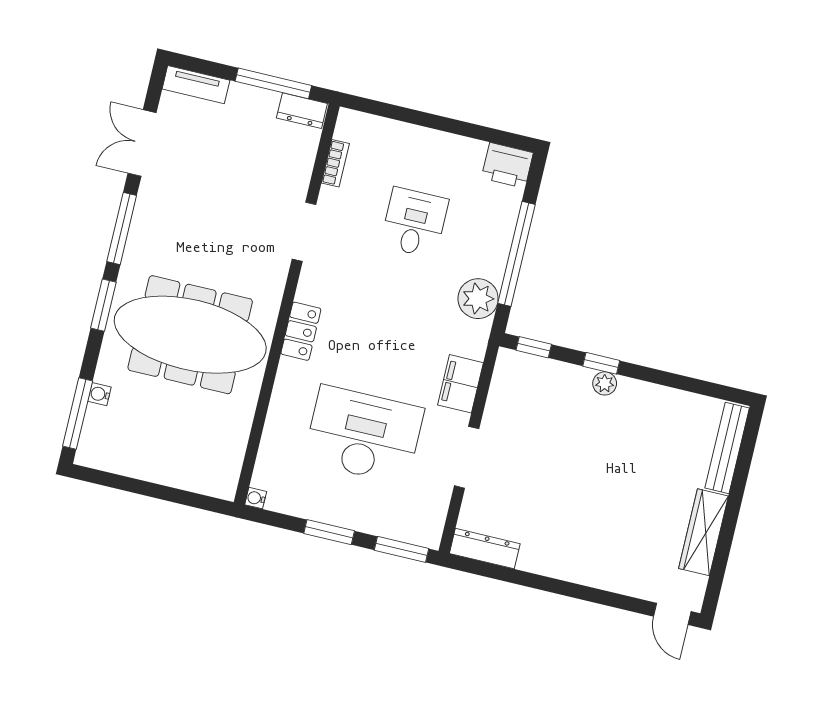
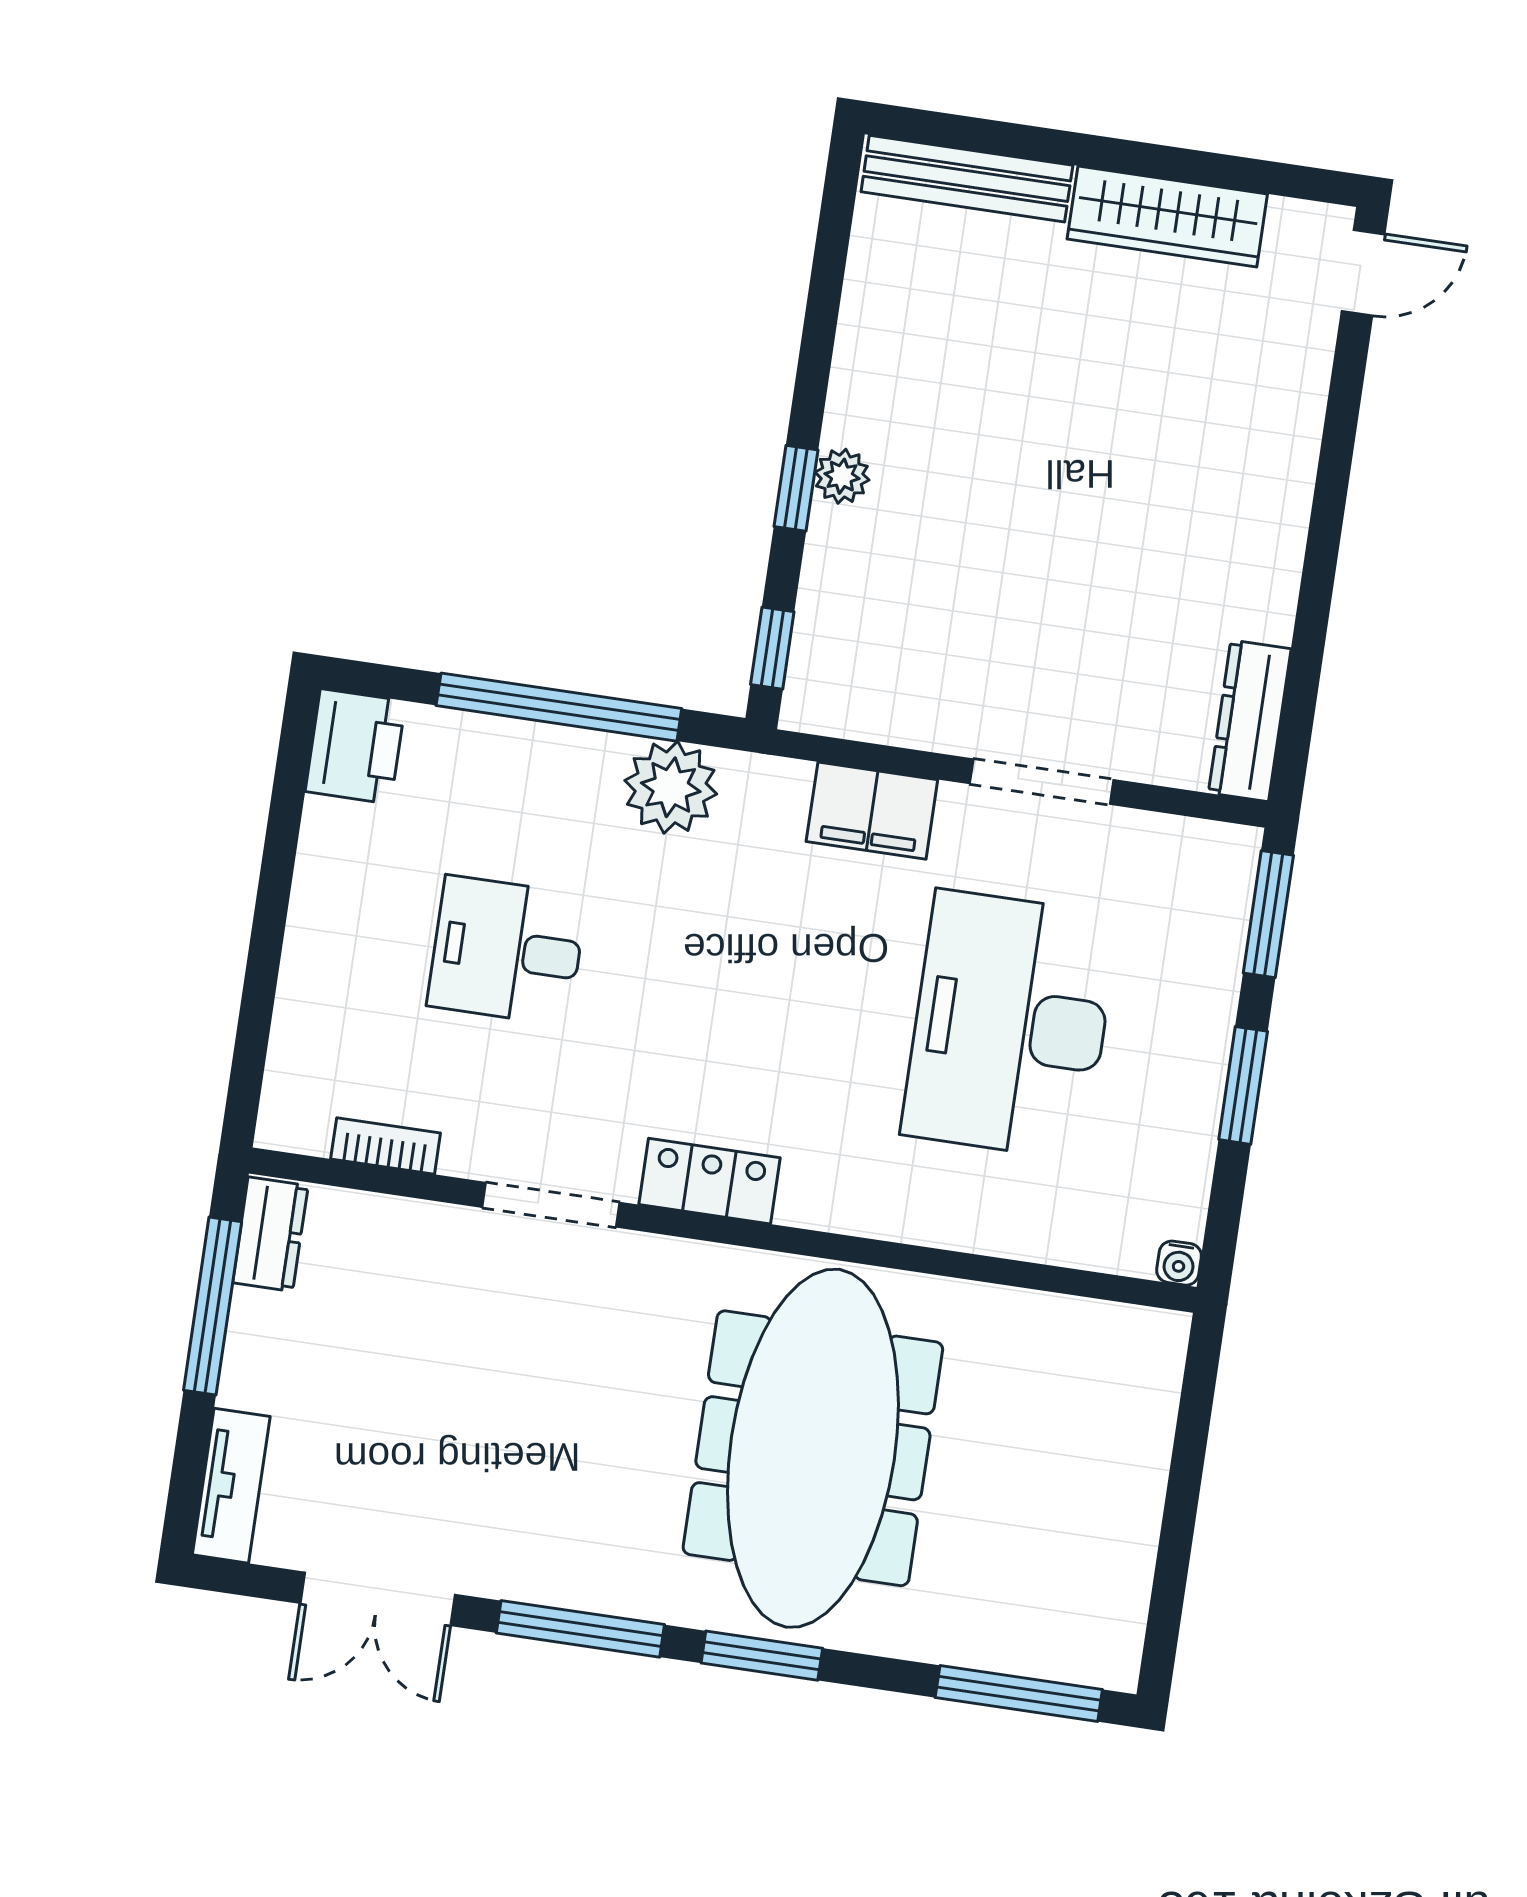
locker: (301, 331) -> (709, 1181), moved
water cooler: (99, 394) -> (969, 1647), removed

